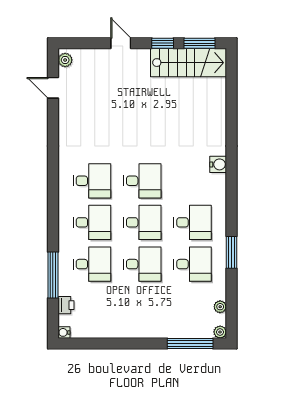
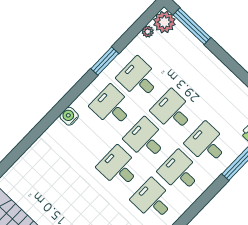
water cooler: (218, 164) -> (69, 116), moved
plant: (220, 332) -> (164, 22), width x1.87, depth x1.87

